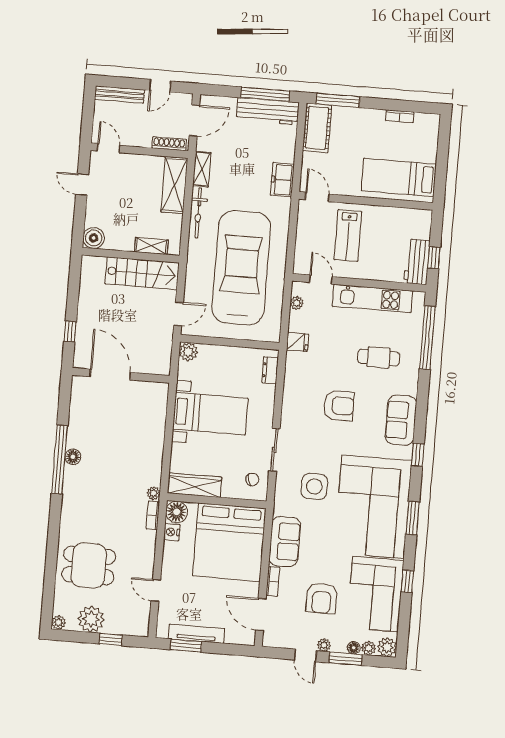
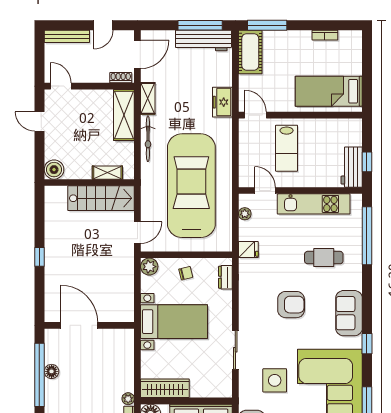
shoe rack: (169, 144) -> (121, 78), width x0.70
door: (110, 374) -> (79, 325), moved
wall: (121, 375) -> (89, 325), moved
chair: (252, 479) -> (186, 273), moved

